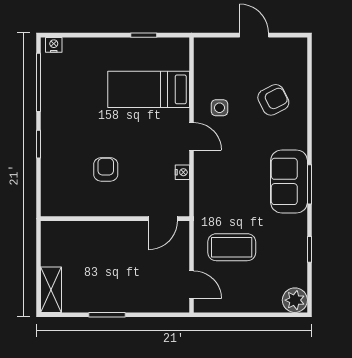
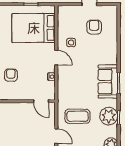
bed: (149, 89) -> (34, 28), width x1.50
armchair: (273, 100) -> (94, 27), moved, turned -63
door: (163, 219) -> (41, 101), hinge flipped
plant: (291, 247) -> (109, 116), added

